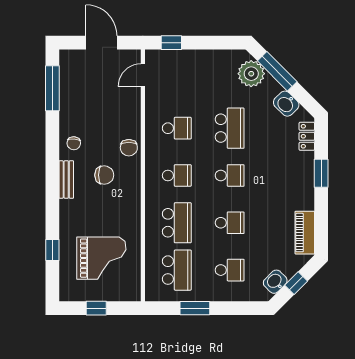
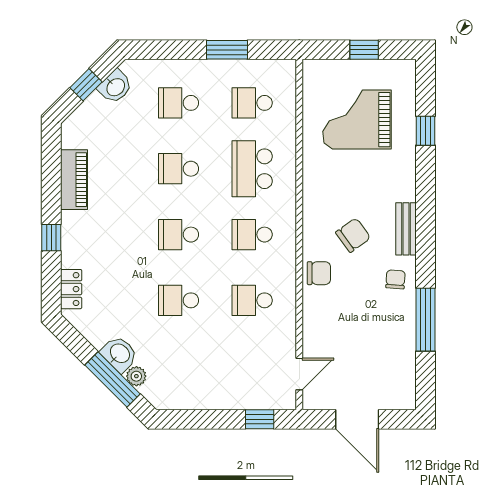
plant: (251, 74) -> (136, 376), width x0.53, depth x0.53
window: (52, 88) -> (425, 320), moved
washbasin: (286, 104) -> (119, 354), moved
school desk: (230, 128) -> (179, 300), width x0.54
chair: (129, 148) -> (319, 273), turned 90
window: (321, 173) -> (51, 238), width x0.67
chair: (104, 175) -> (353, 235), turned 144
piano: (305, 233) -> (74, 180), moved
school desk: (177, 270) -> (252, 103), width x0.54

